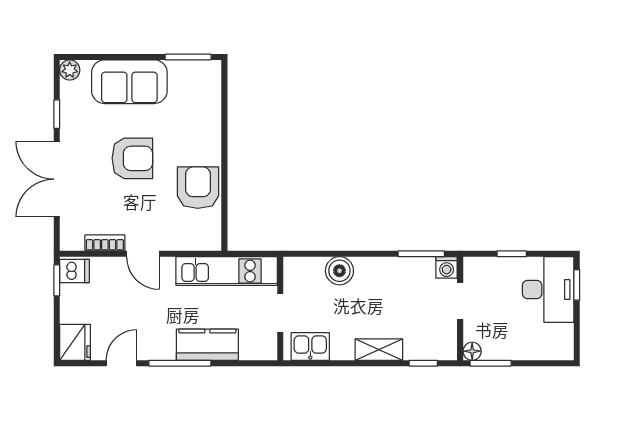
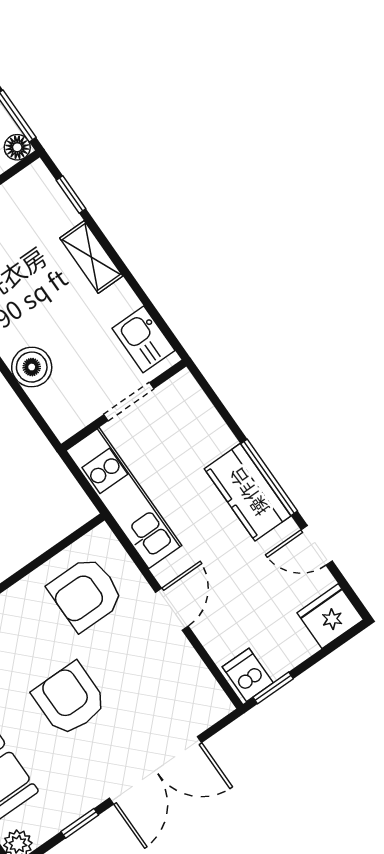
armchair: (198, 188) -> (86, 594), moved
bookcase: (105, 243) -> (190, 662), removed
kitchen counter: (207, 345) -> (248, 492), moved

